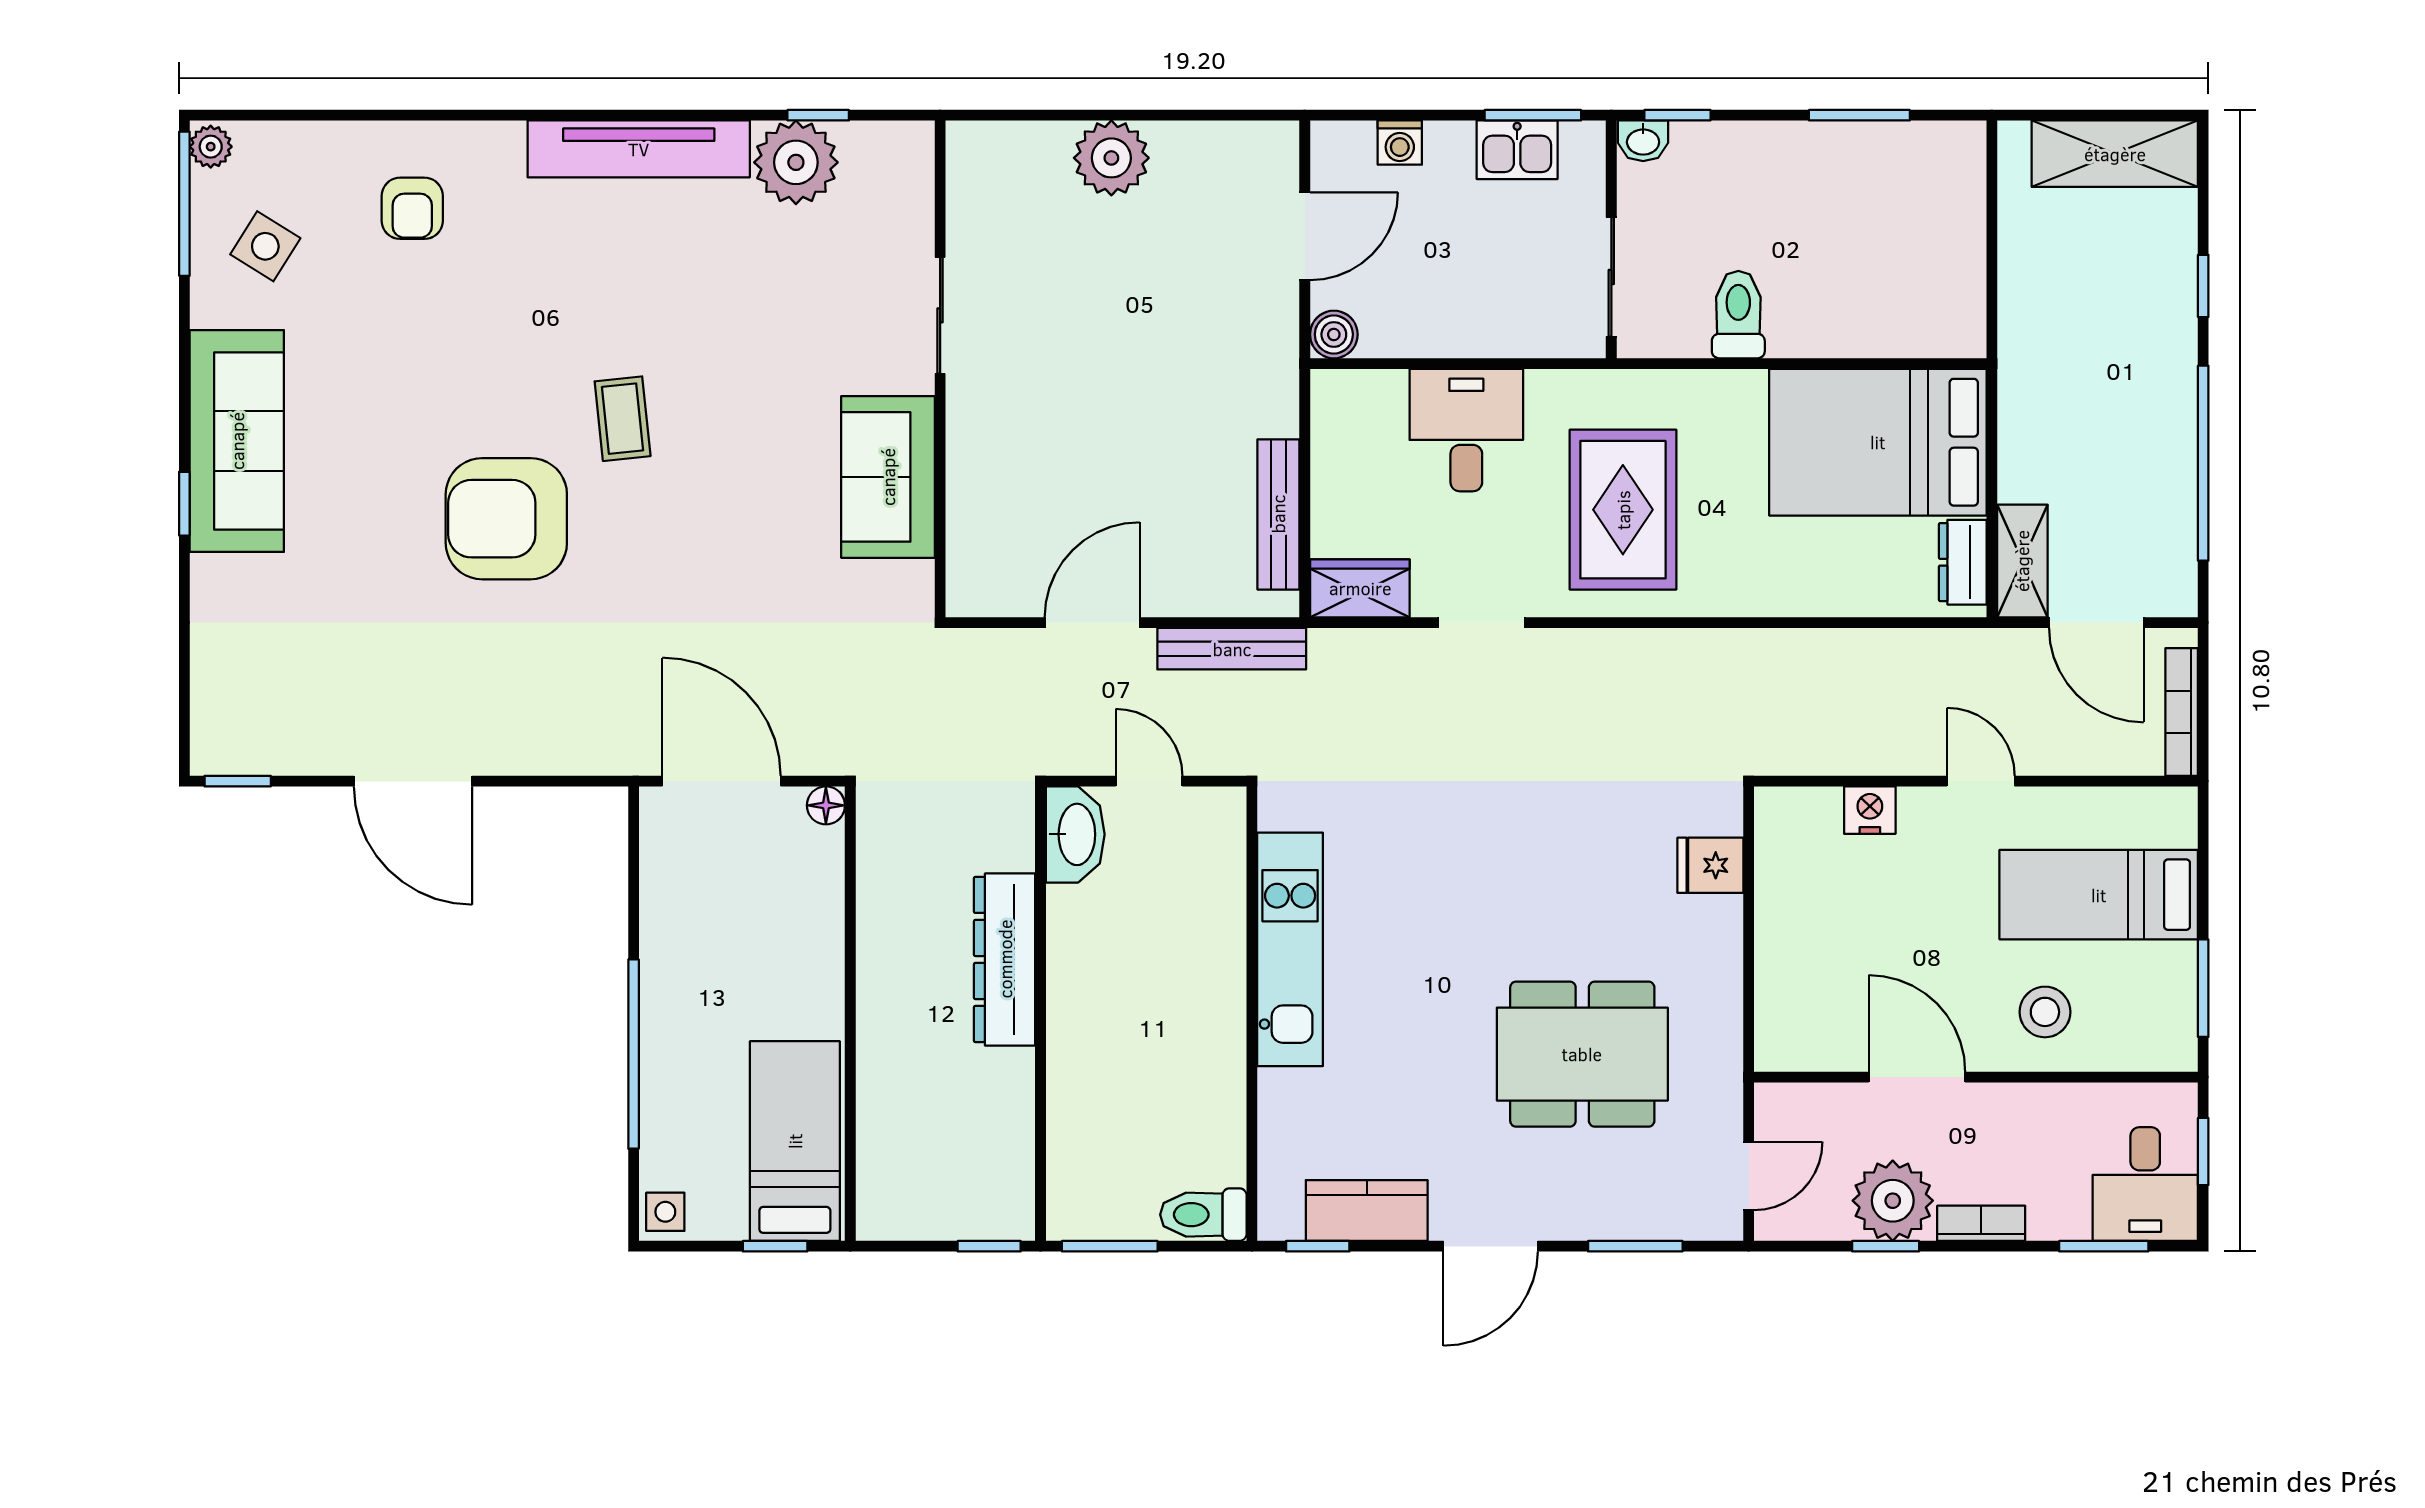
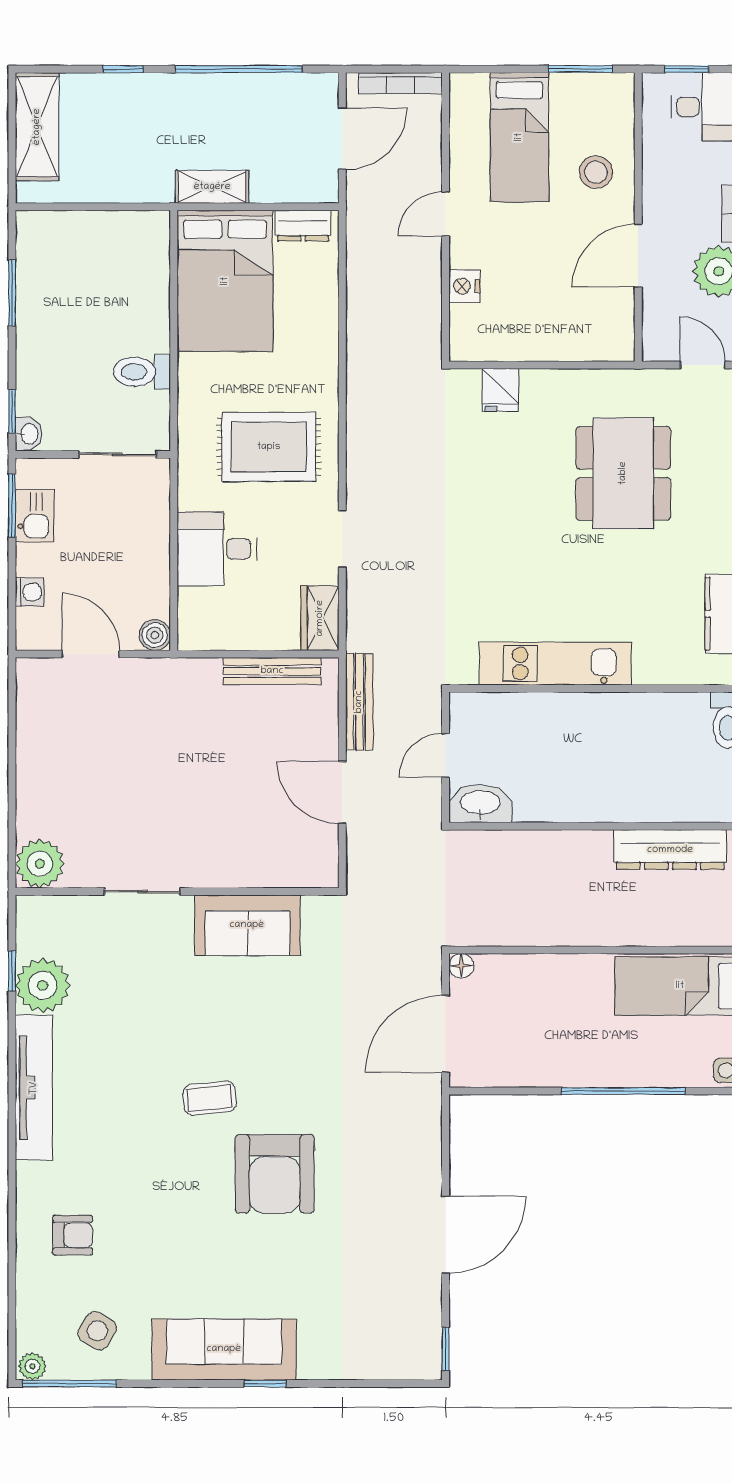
plant: (1111, 158) -> (40, 864), moved
shelving: (2022, 561) -> (212, 187), moved
dresser: (1005, 959) -> (670, 850), moved

